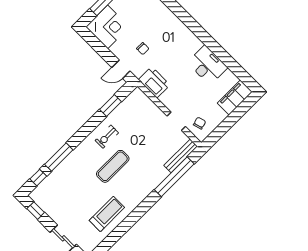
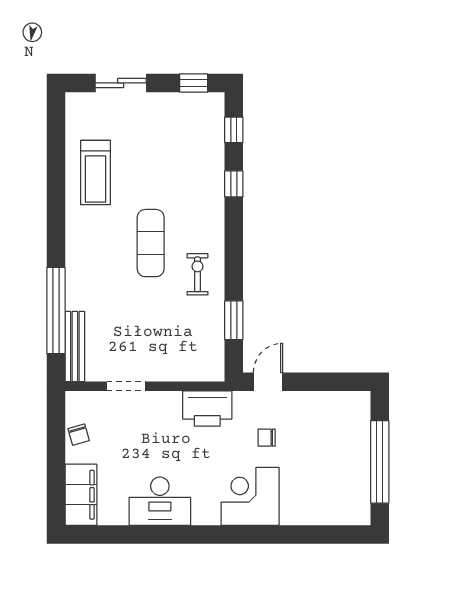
corner desk: (108, 27) -> (250, 496), moved, turned 90
chair: (200, 123) -> (79, 435), moved
window: (59, 157) -> (234, 184), width x0.46

